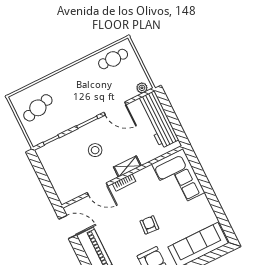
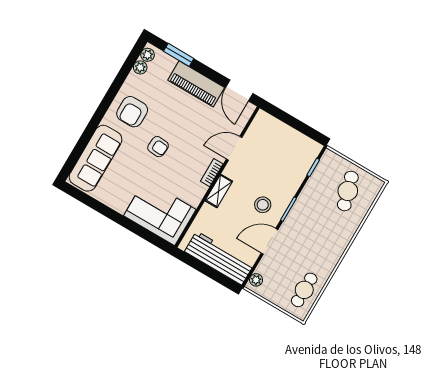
stool: (95, 150) -> (263, 205), moved
door: (68, 227) -> (239, 90), hinge flipped

